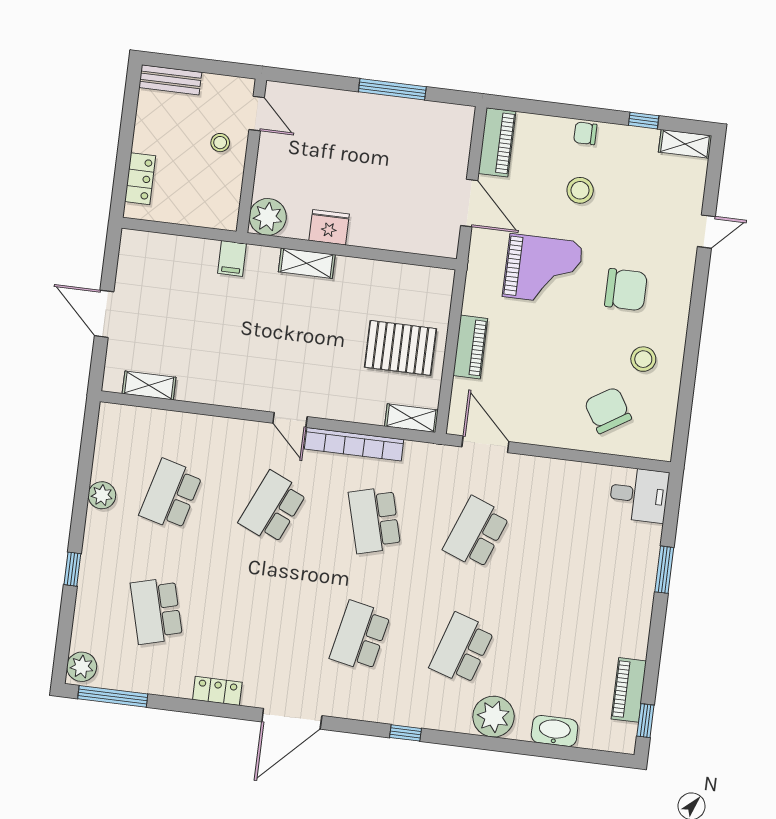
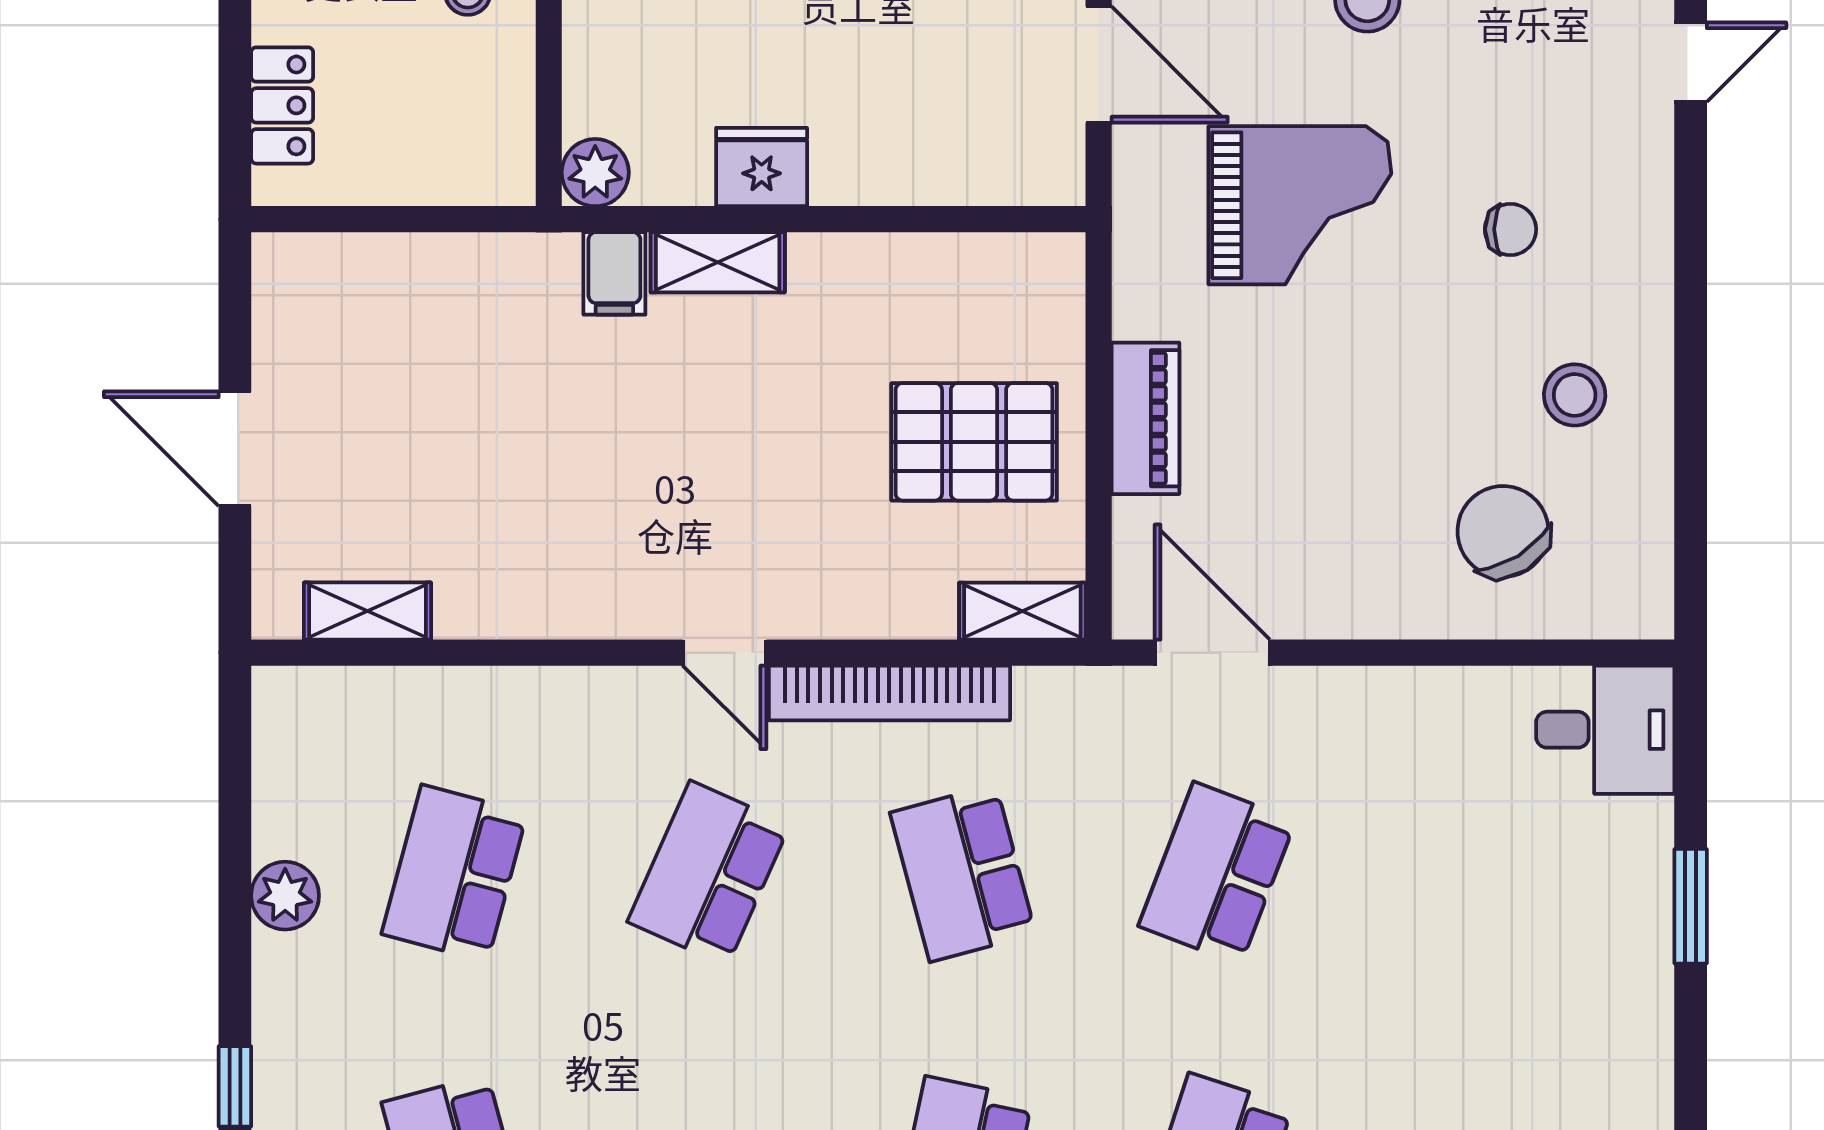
plant: (268, 217) -> (595, 173), width x0.73, depth x0.73
filing cabinet: (232, 258) -> (614, 273), moved
chair: (626, 290) -> (1511, 229), width x0.54, depth x0.54

